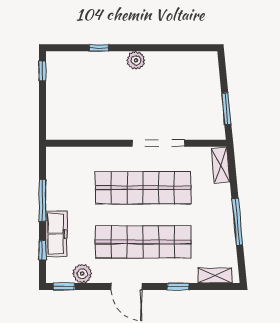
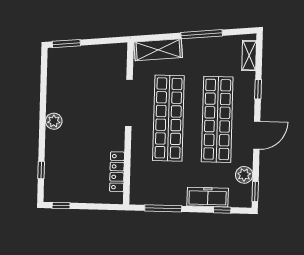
window: (99, 48) -> (41, 170), moved
window: (226, 109) -> (66, 44), moved
locker: (82, 132) -> (117, 172), added
shelving: (220, 165) -> (158, 50), width x1.50, depth x1.33
window: (42, 201) -> (163, 208), moved

